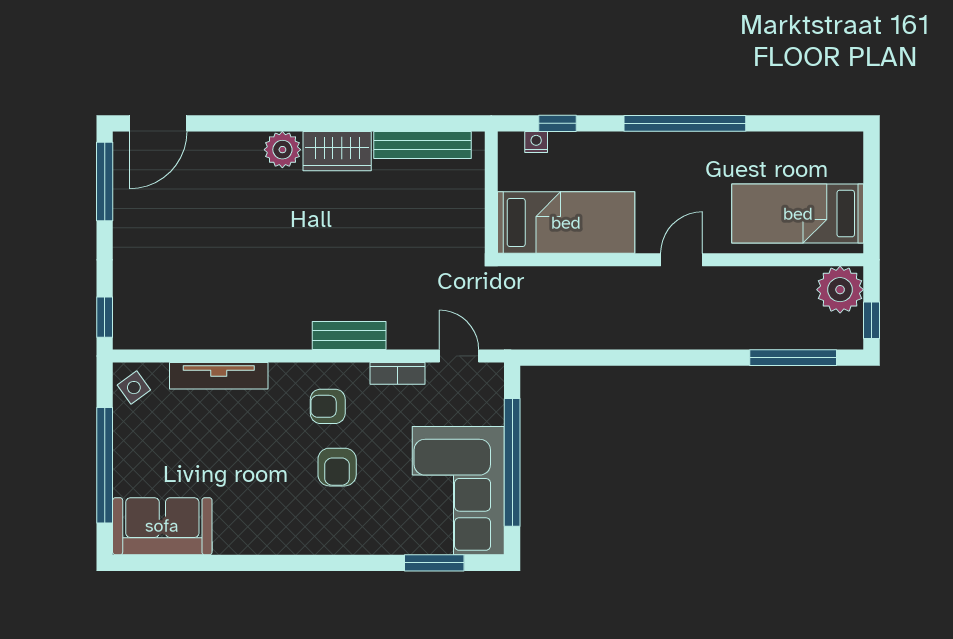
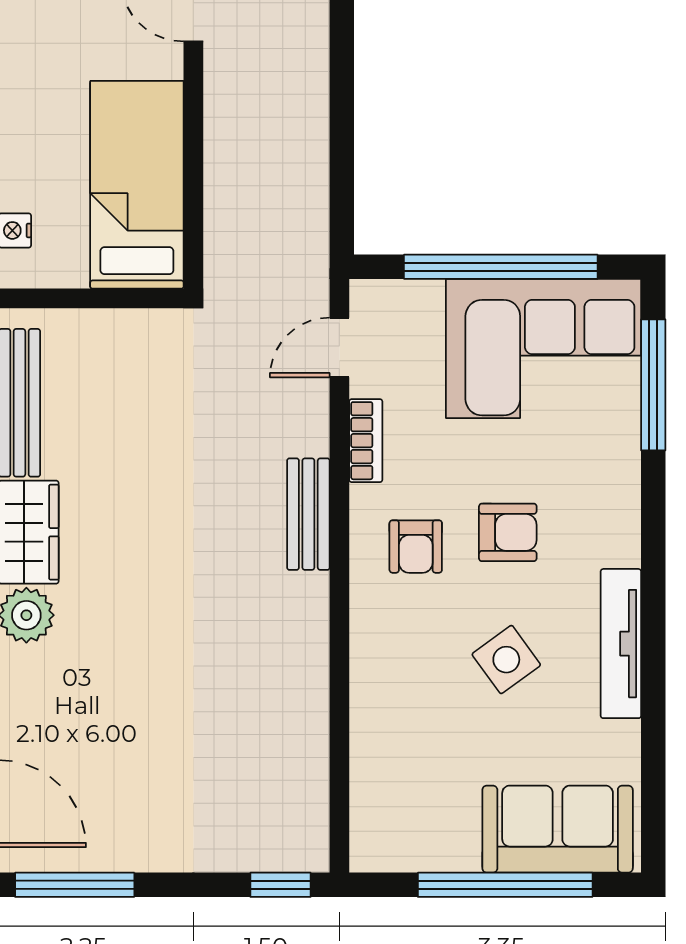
tv unit: (219, 376) -> (621, 644), moved, turned 180
side table: (134, 388) -> (506, 660), moved, width x1.37, depth x1.37
sofa: (162, 526) -> (558, 829), moved, turned 90
window: (434, 563) -> (653, 385), width x1.44

